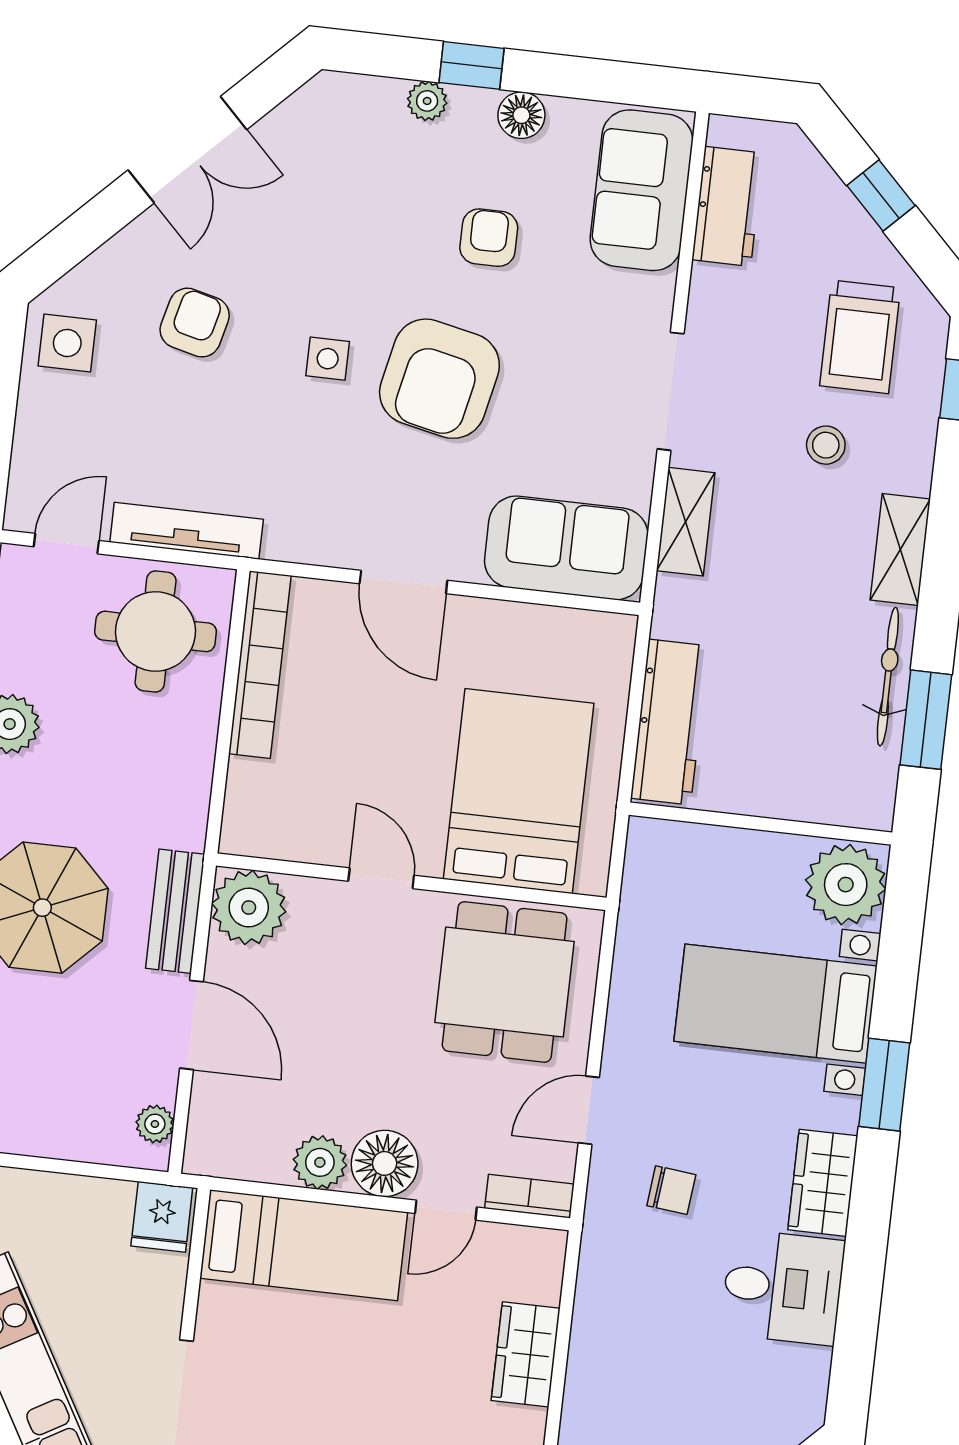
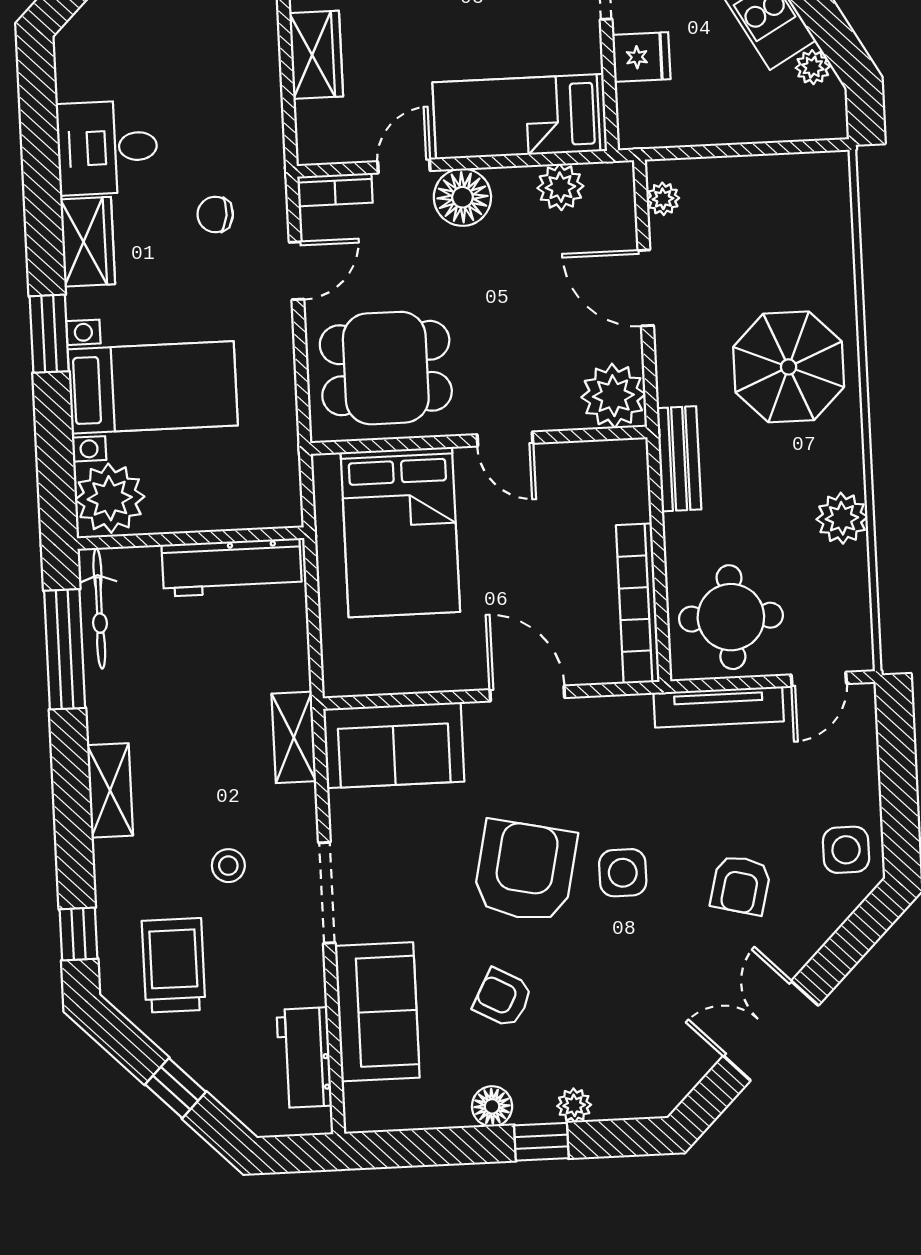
sofa: (642, 190) -> (377, 1012), moved
armchair: (489, 238) -> (503, 998), turned 118
side table: (328, 359) -> (623, 873), width x1.37, depth x1.37
stool: (826, 445) -> (228, 866), moved
shelving: (686, 522) -> (294, 737), moved
bicycle: (888, 677) -> (99, 609), moved
window: (926, 720) -> (65, 649), width x1.44
workbench: (670, 722) -> (232, 567), moved, turned -90
bench: (175, 911) -> (679, 459), moved
dining table: (505, 982) -> (386, 368), turned 90
plant: (320, 1162) -> (560, 187), moved
fridge: (162, 1217) -> (641, 57), moved, turned 90

